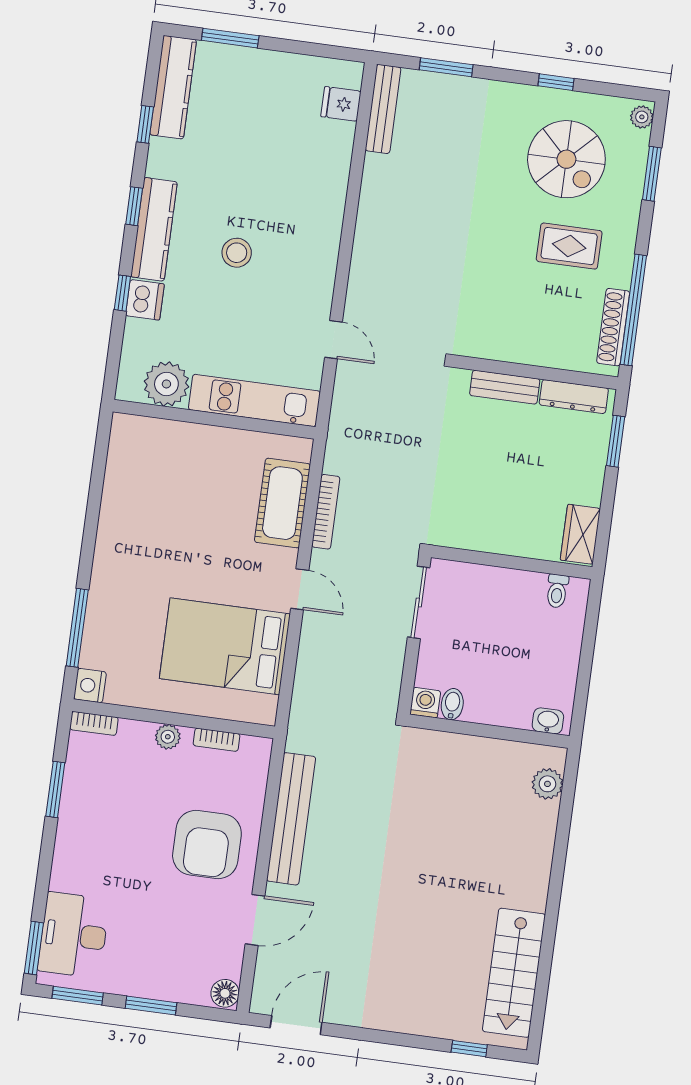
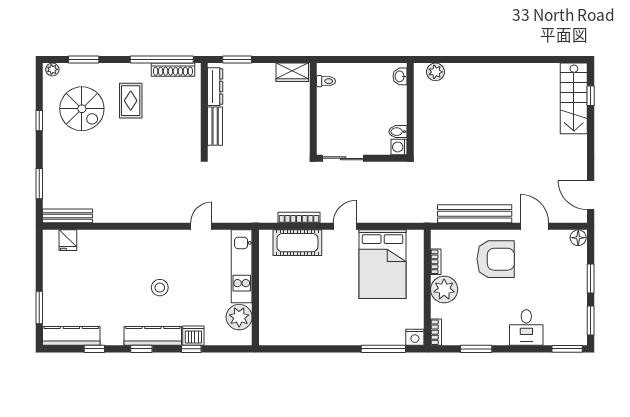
spiral stairs: (566, 159) -> (82, 109), turned 90
plant: (168, 737) -> (444, 289), width x1.88, depth x1.88
desk: (74, 935) -> (526, 327), moved, width x0.73
stairs: (514, 973) -> (574, 98), moved, turned 90

